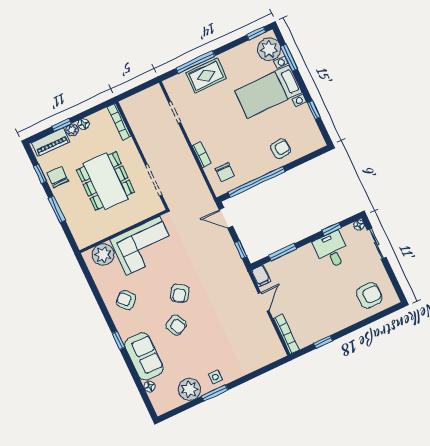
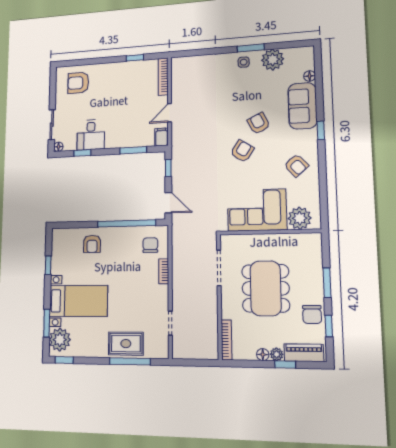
armchair: (280, 149) -> (92, 244), turned -84

